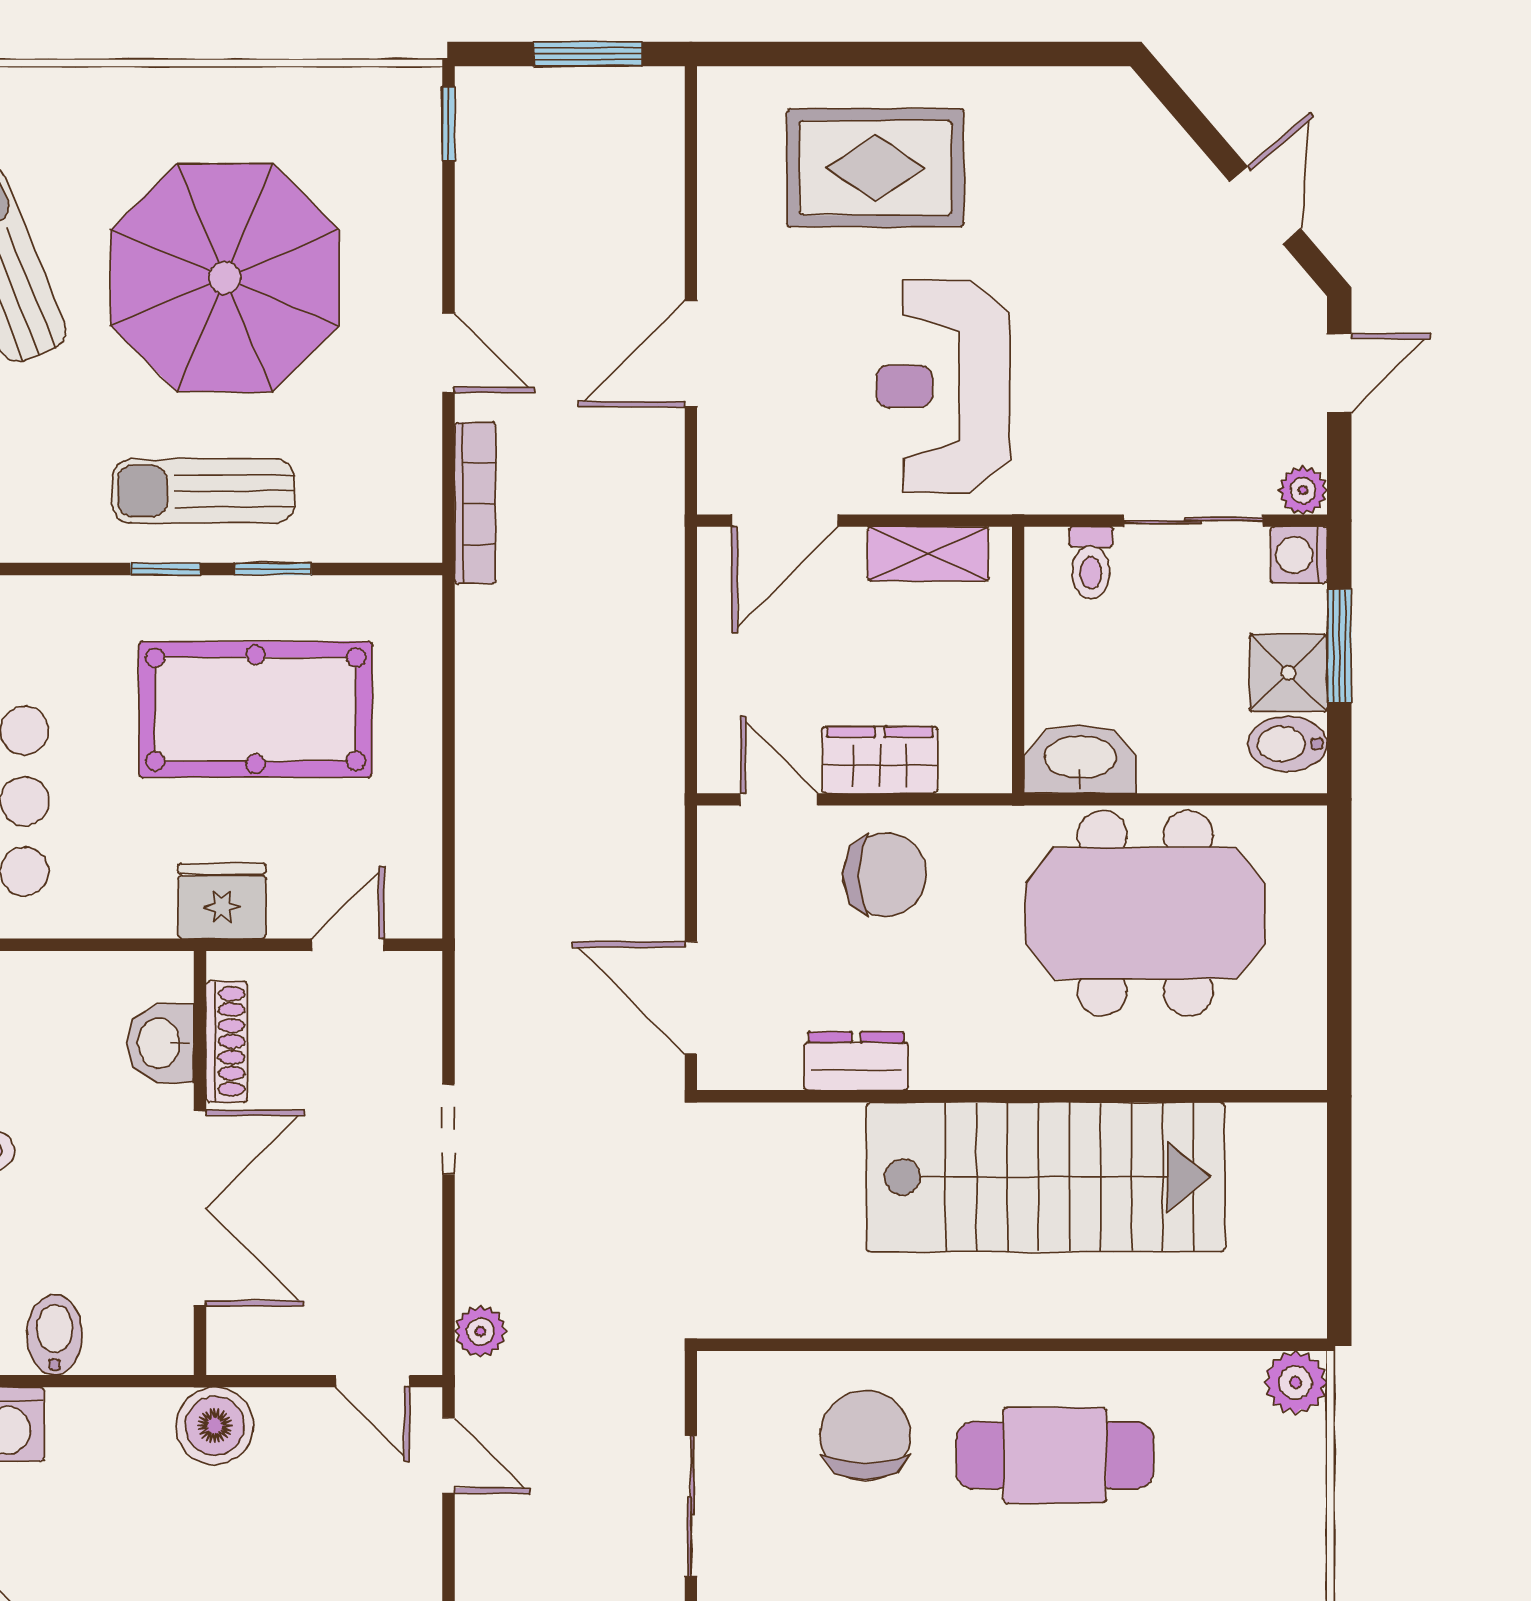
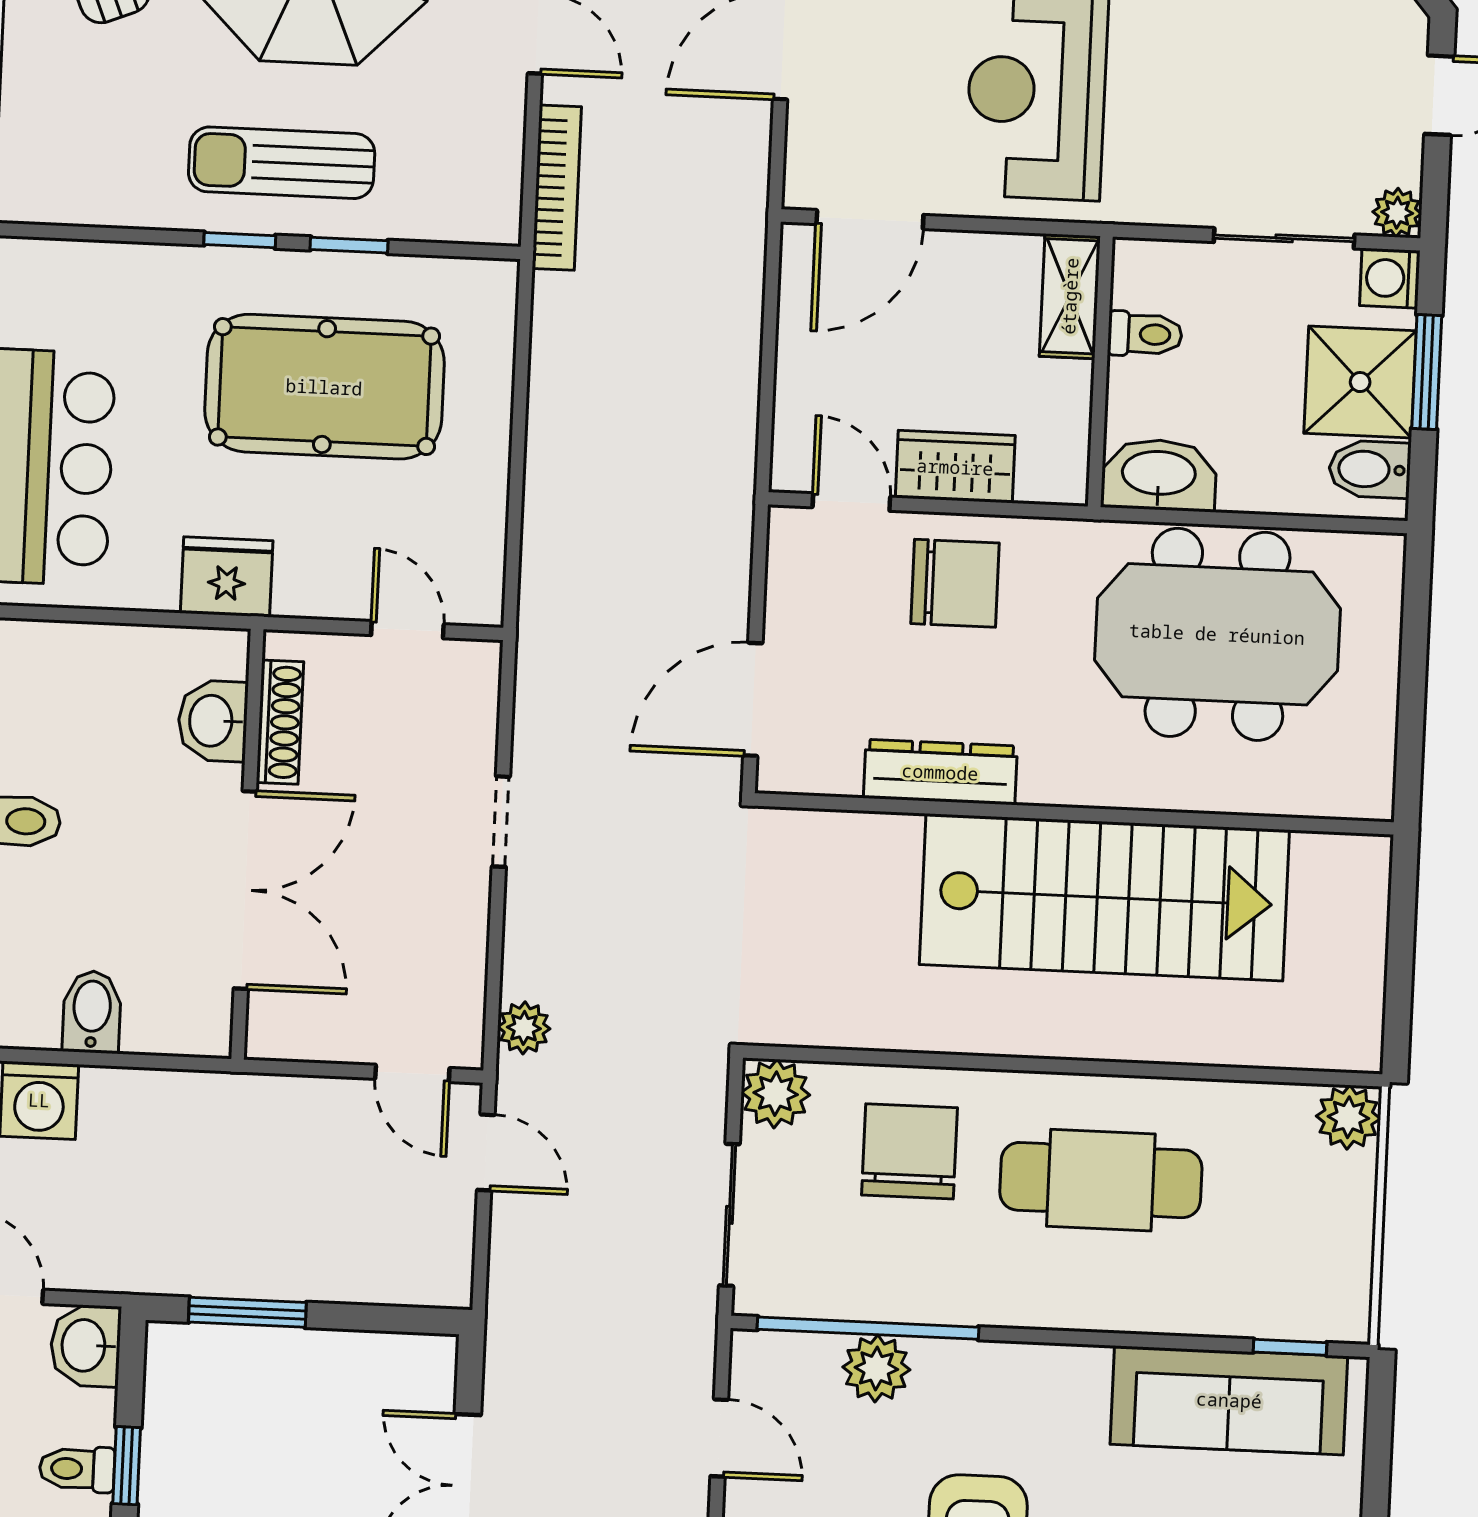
shelving: (928, 554) -> (1070, 296), moved, turned 90
toilet: (1091, 563) -> (1145, 334), moved, turned -90
shower: (1288, 673) -> (1360, 382), width x1.36, depth x1.36
fridge: (222, 901) -> (227, 577), moved
door: (348, 945) -> (407, 630), hinge flipped
door: (691, 998) -> (753, 699), hinge flipped
dresser: (856, 1061) -> (940, 772), width x1.44
plant: (731, 1385) -> (776, 1094), added
boiler: (215, 1426) -> (250, 1111), removed

